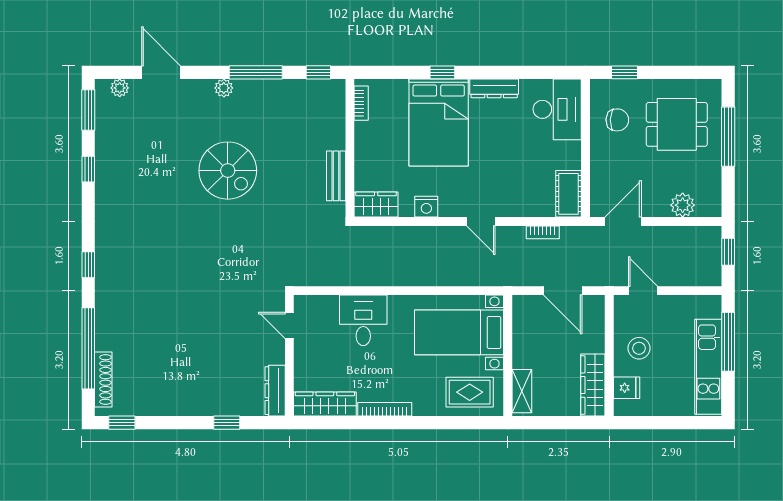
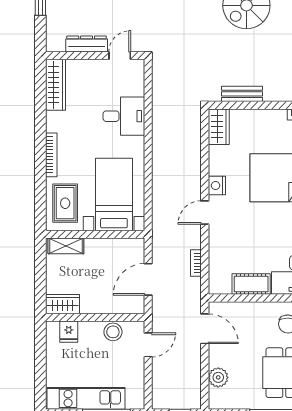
cot: (569, 194) -> (251, 284), moved
nightstand: (426, 207) -> (217, 185), moved
stool: (639, 348) -> (113, 332), moved
wardrobe: (593, 385) -> (63, 304), width x0.67
dresser: (275, 391) -> (87, 44), moved
bookcase: (385, 409) -> (51, 155), moved

